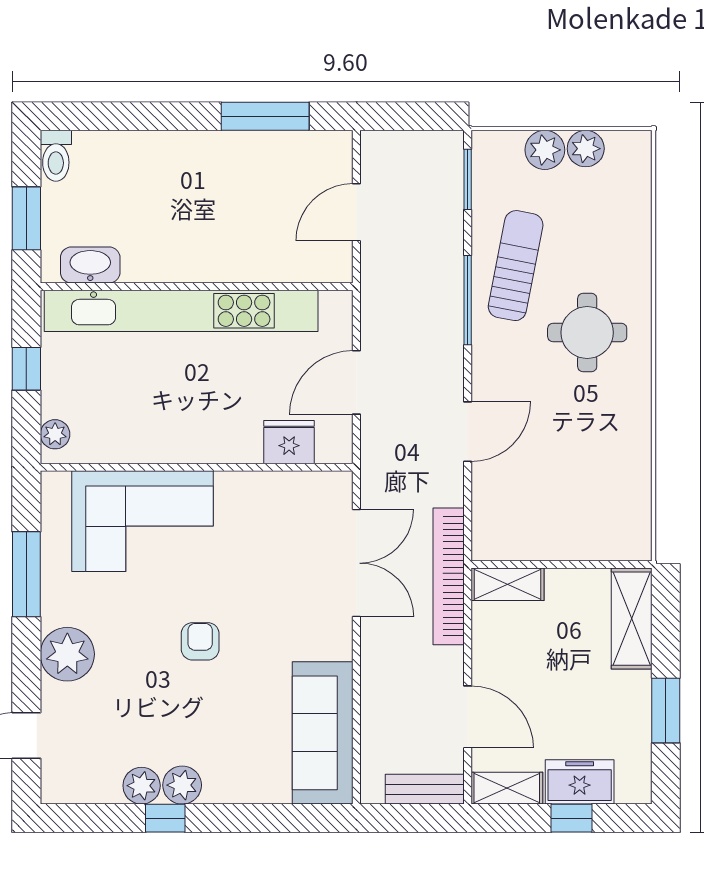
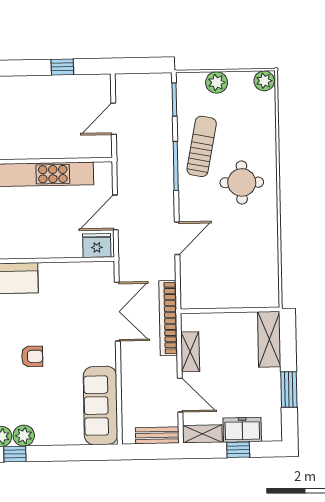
window: (265, 116) -> (62, 67), width x0.46
plant: (586, 149) -> (264, 81), moved
fridge: (289, 442) -> (97, 246), moved
shelving: (507, 584) -> (190, 352), moved, turned 90
armchair: (200, 641) -> (32, 356), turned 90

